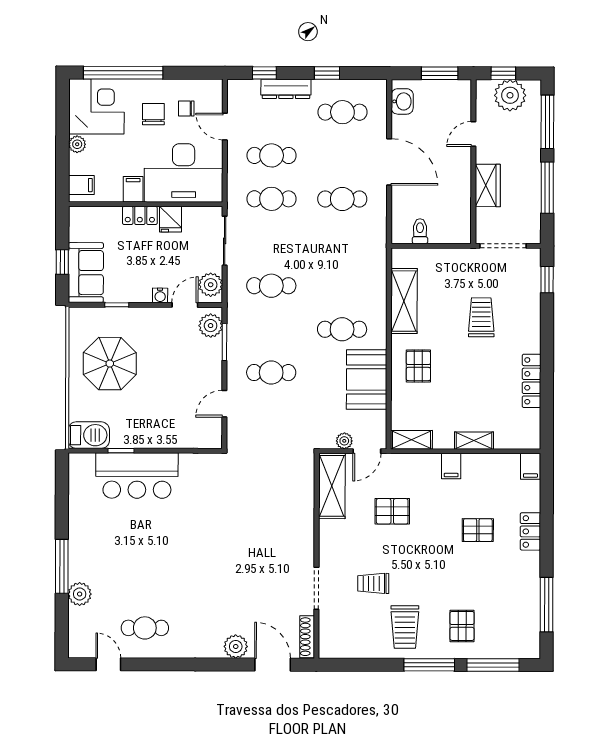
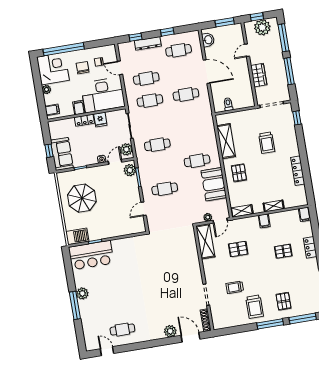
trolley: (481, 317) -> (267, 143), turned 180
bar counter: (137, 476) -> (91, 255), moved
plant: (80, 594) -> (82, 293), moved

